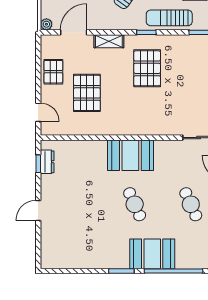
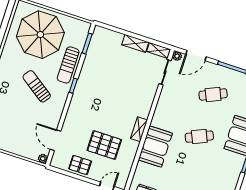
shelving: (109, 41) -> (139, 129), moved
pallet: (147, 68) -> (101, 94), removed
booth: (130, 155) -> (155, 147), moved

